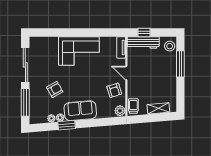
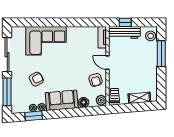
corner sofa: (79, 51) -> (46, 41), moved
floor lamp: (102, 113) -> (84, 102), added
window: (67, 125) -> (34, 116), moved

